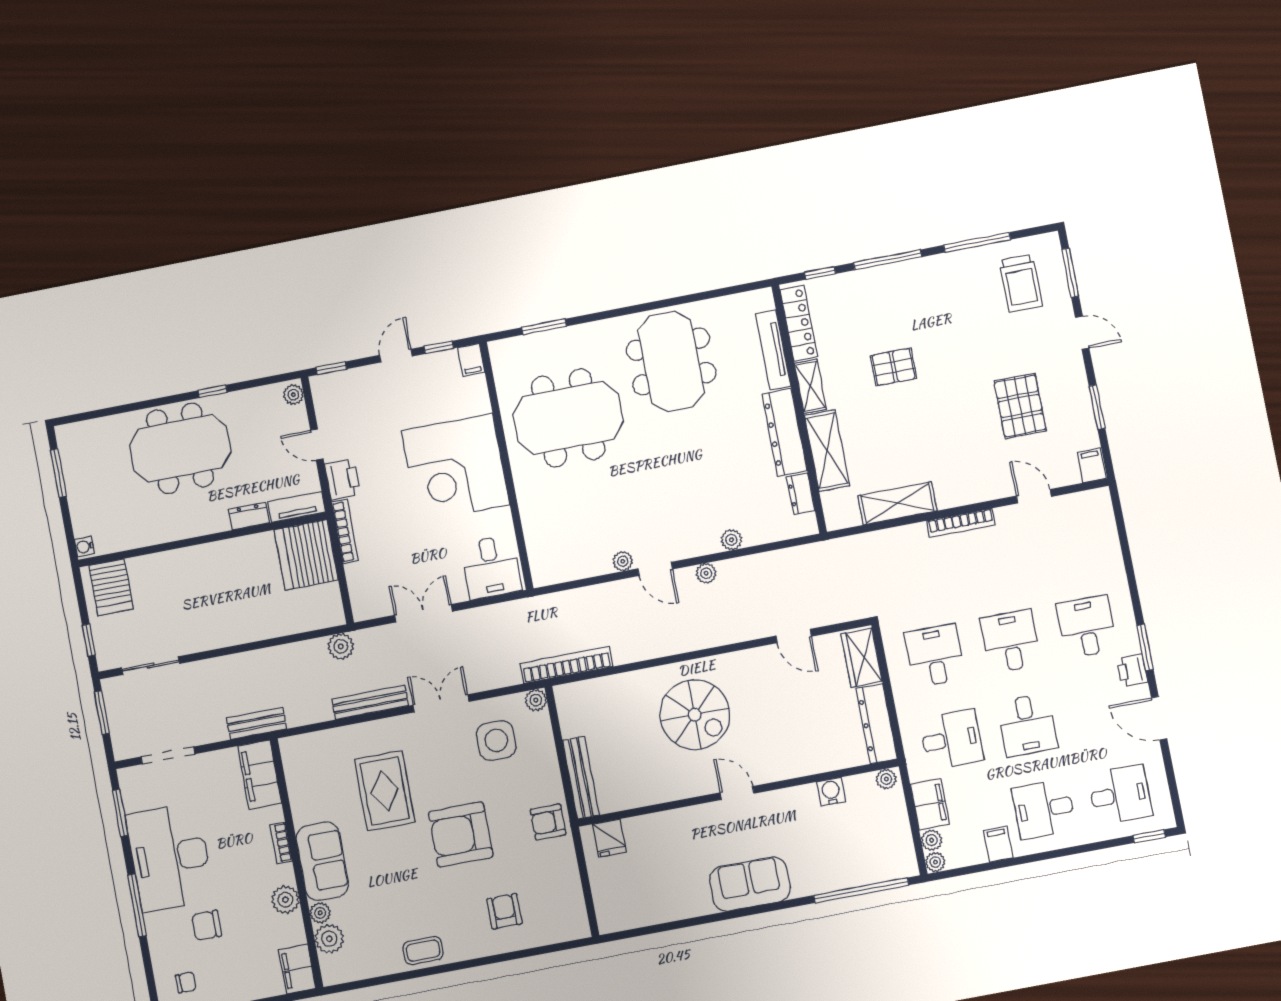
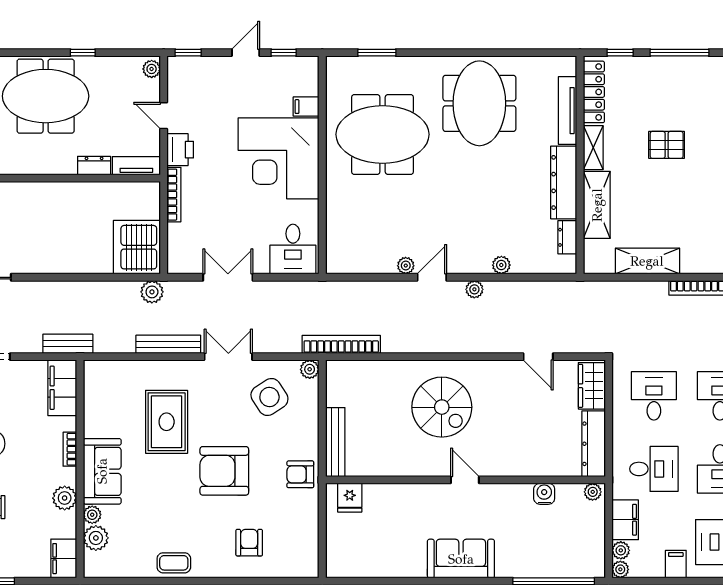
filing cabinet: (471, 360) -> (306, 107), moved, turned 90
server rack: (306, 555) -> (137, 247), moved
door: (655, 569) -> (432, 277), swing flipped
side table: (496, 740) -> (269, 397), turned -33

